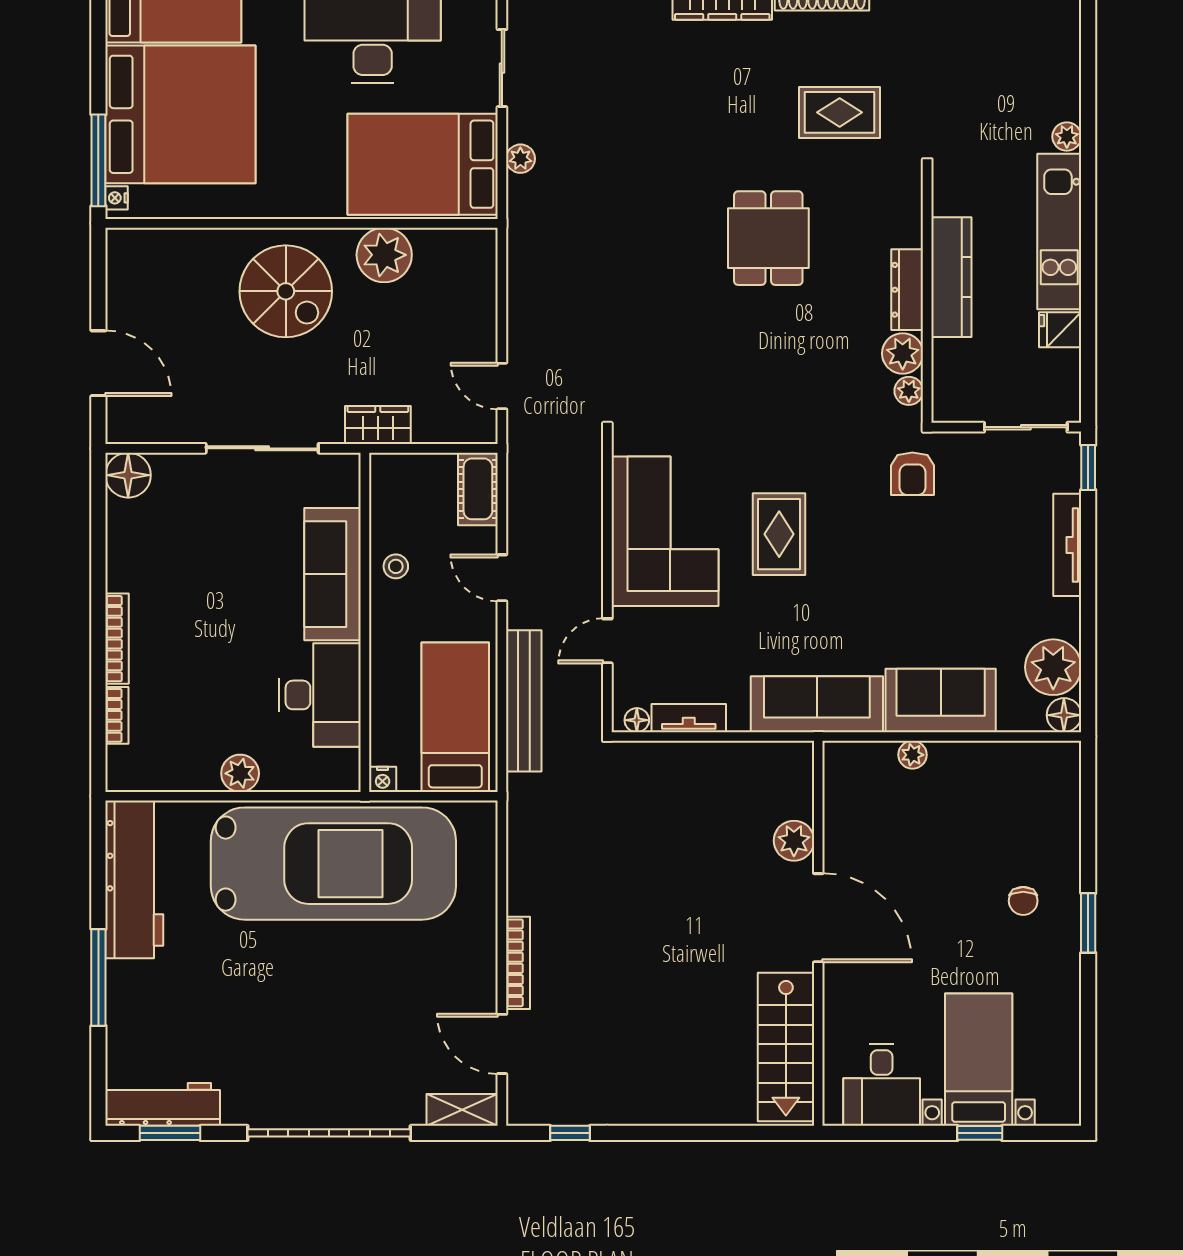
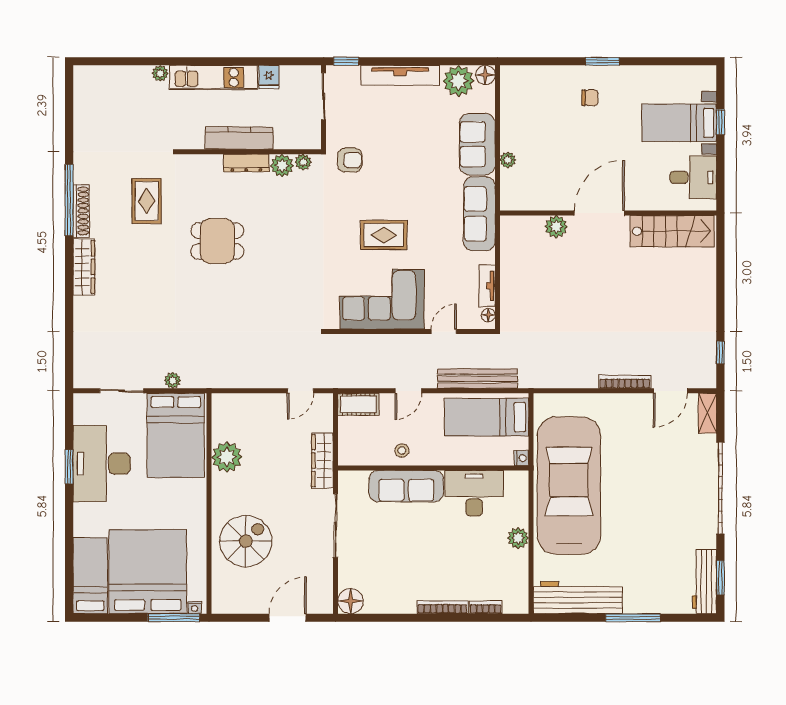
spiral stairs: (286, 291) -> (246, 541), moved
wardrobe: (378, 425) -> (322, 461), width x1.50
tv unit: (1067, 545) -> (400, 75), width x1.36, depth x1.29
door: (607, 641) -> (444, 332), swing flipped

